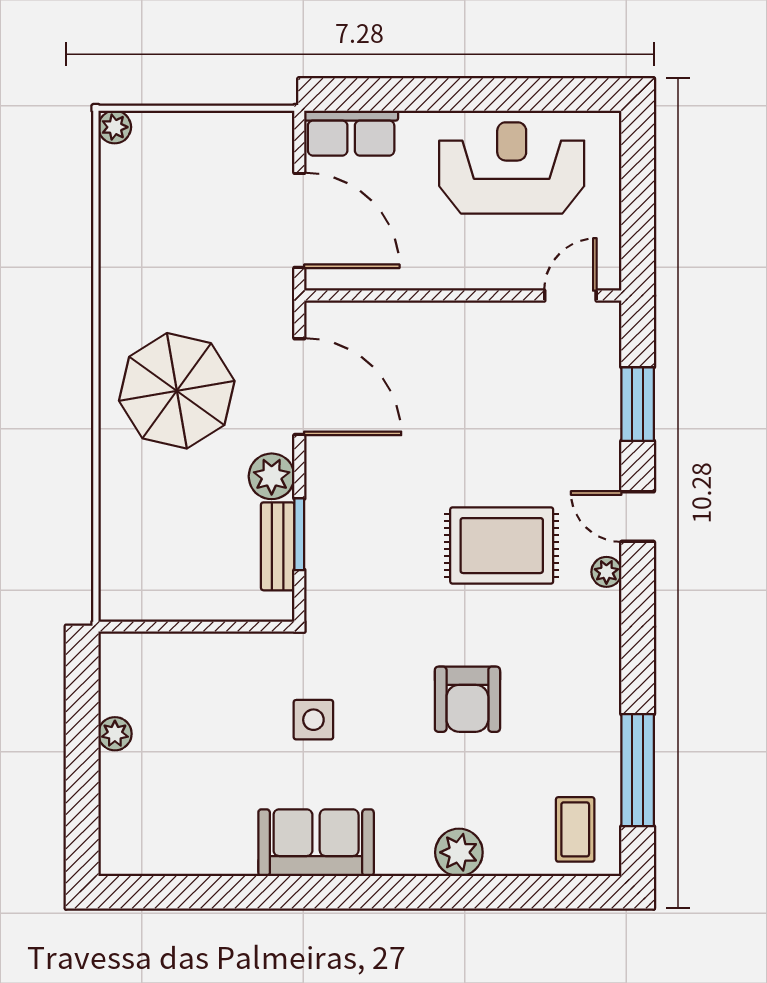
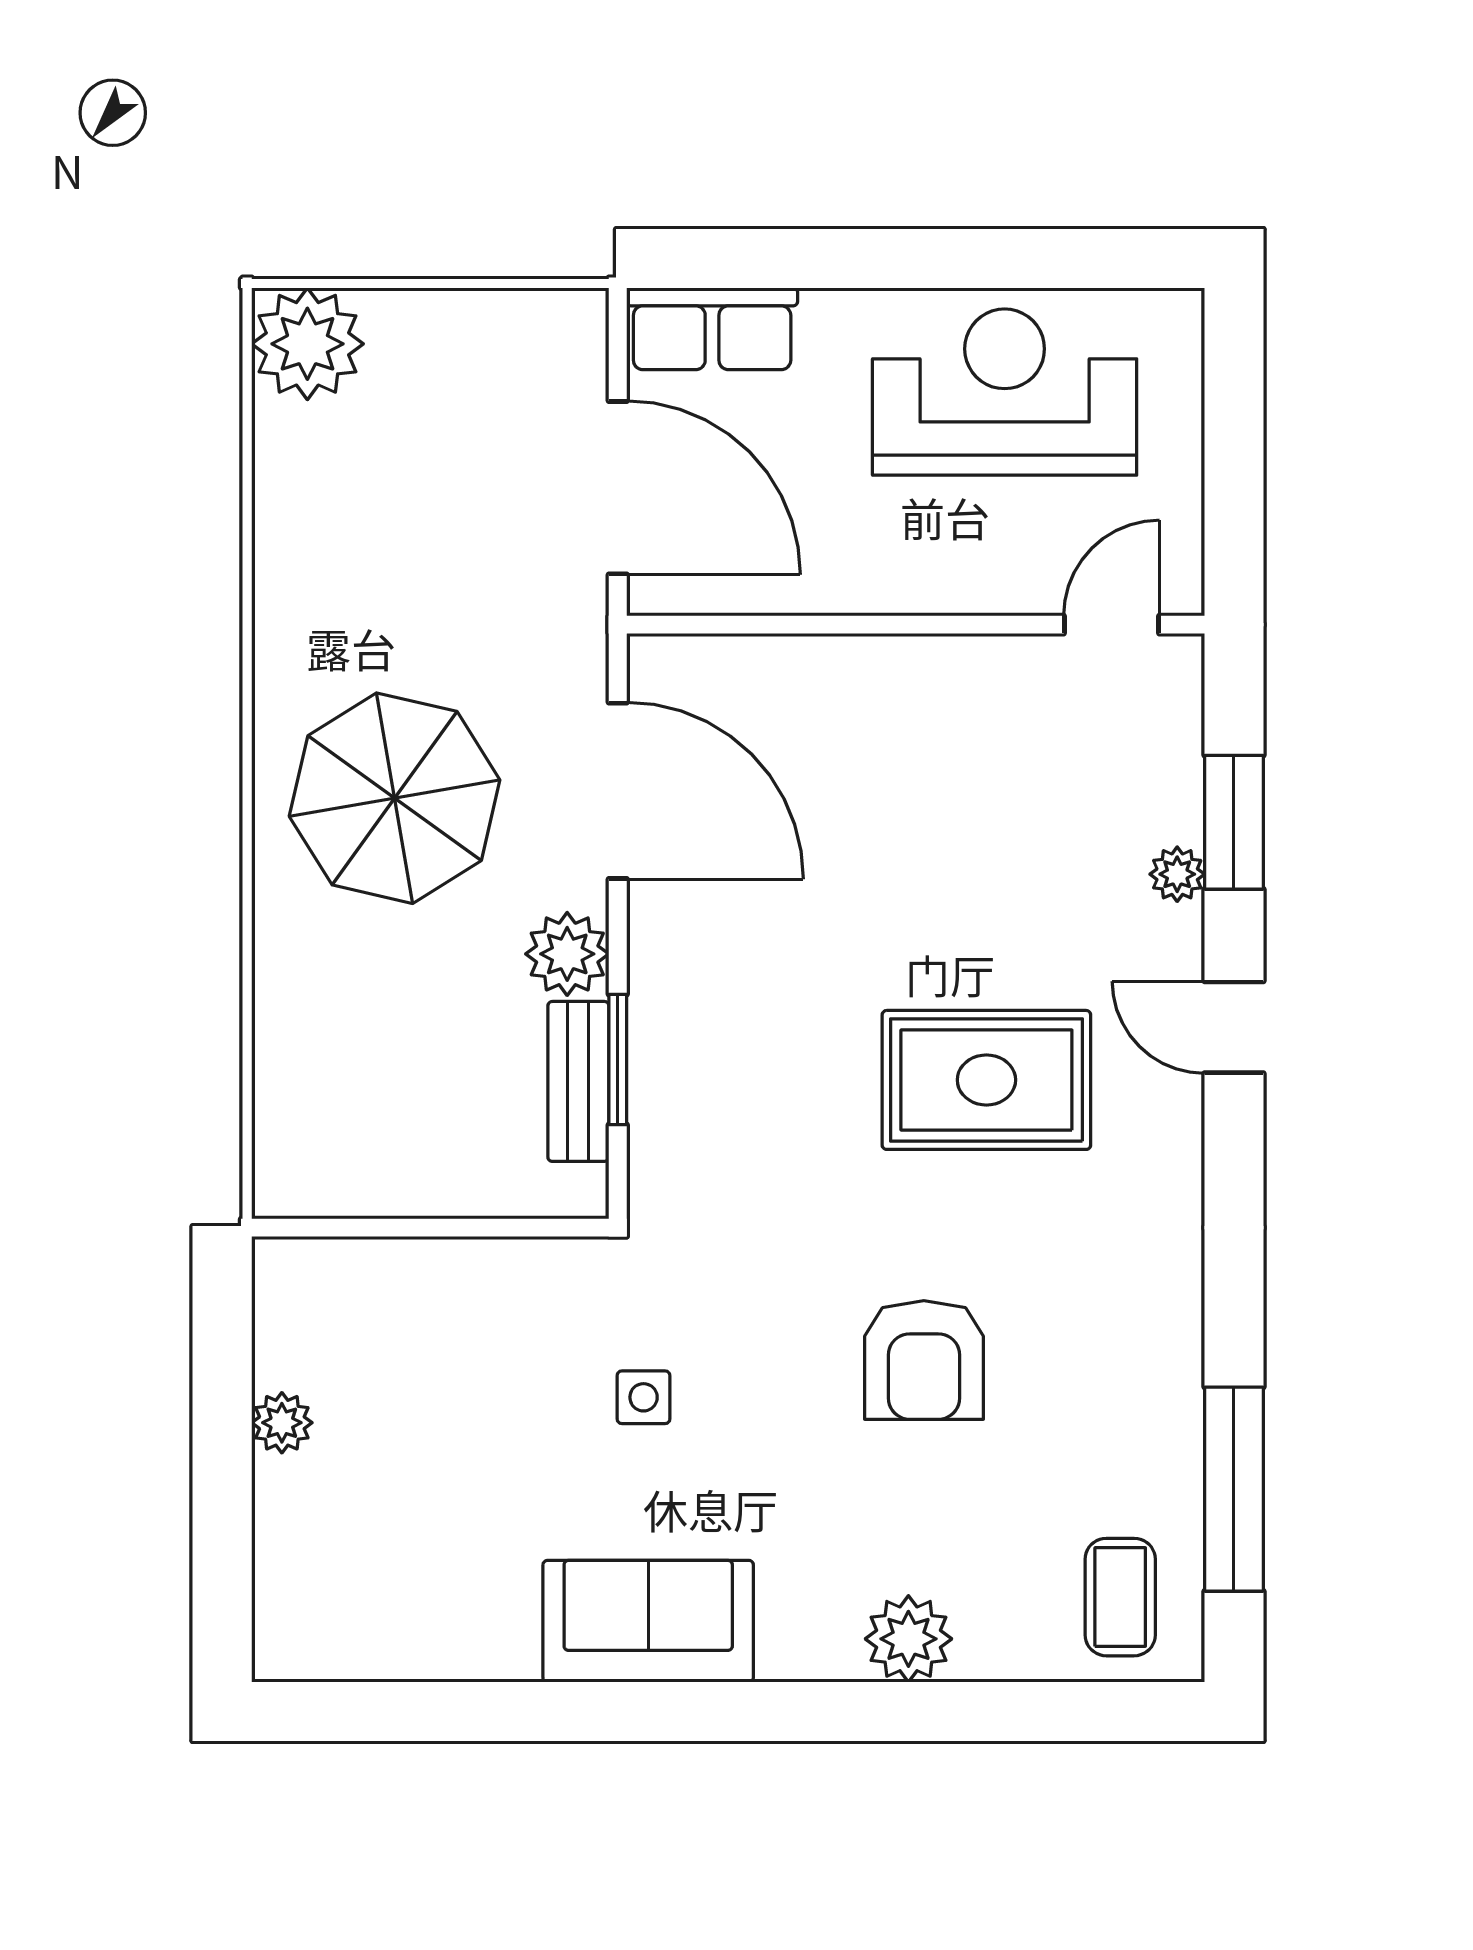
plant: (115, 127) -> (307, 344), width x1.87, depth x1.87
plant: (606, 572) -> (1177, 874), moved
side table: (313, 720) -> (644, 1397), width x0.73, depth x0.73

